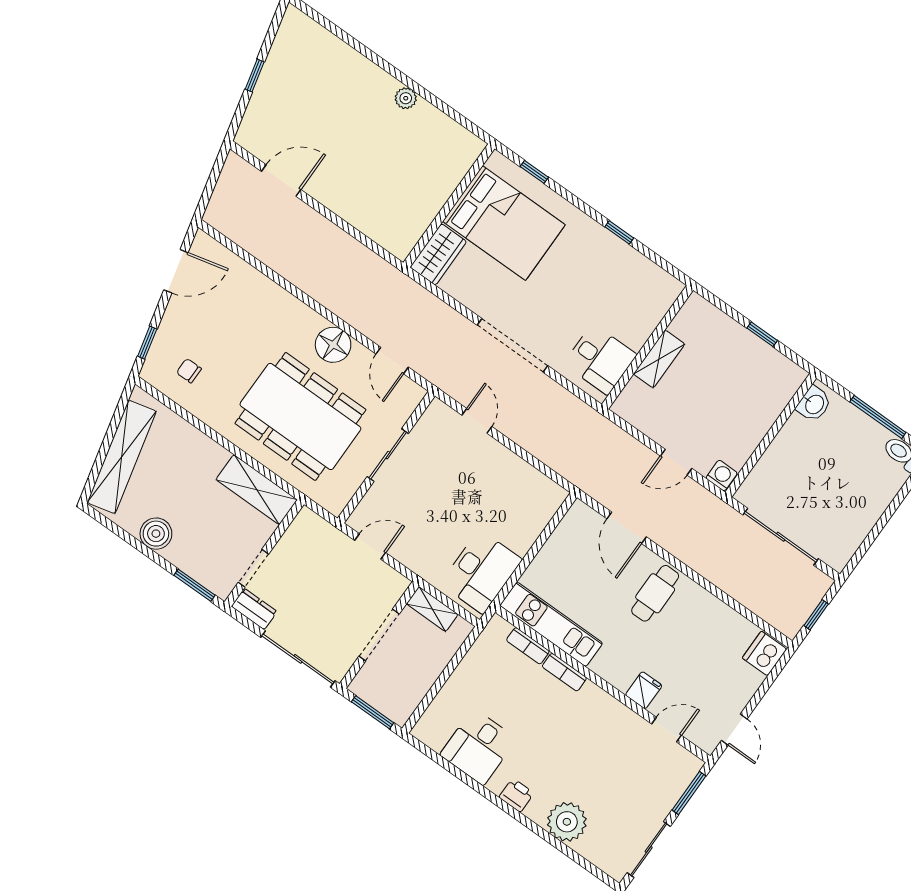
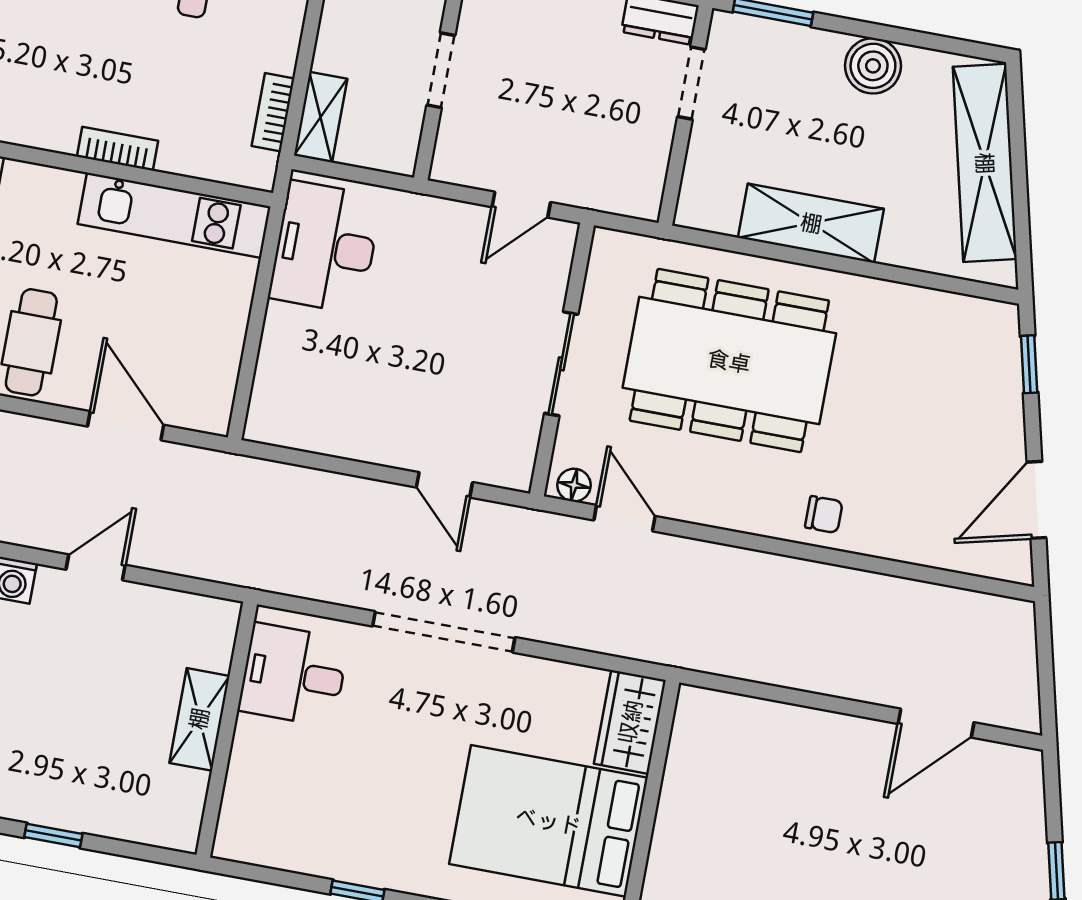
floor lamp: (333, 345) -> (574, 485), moved, width x0.53, depth x0.53
chair: (189, 371) -> (824, 514), moved
shelving: (257, 490) -> (811, 223), moved
shelving: (432, 609) -> (321, 117), moved, turned 90
doorway: (379, 635) -> (441, 70), width x0.73
bookcase: (528, 646) -> (273, 112), moved, turned -90

